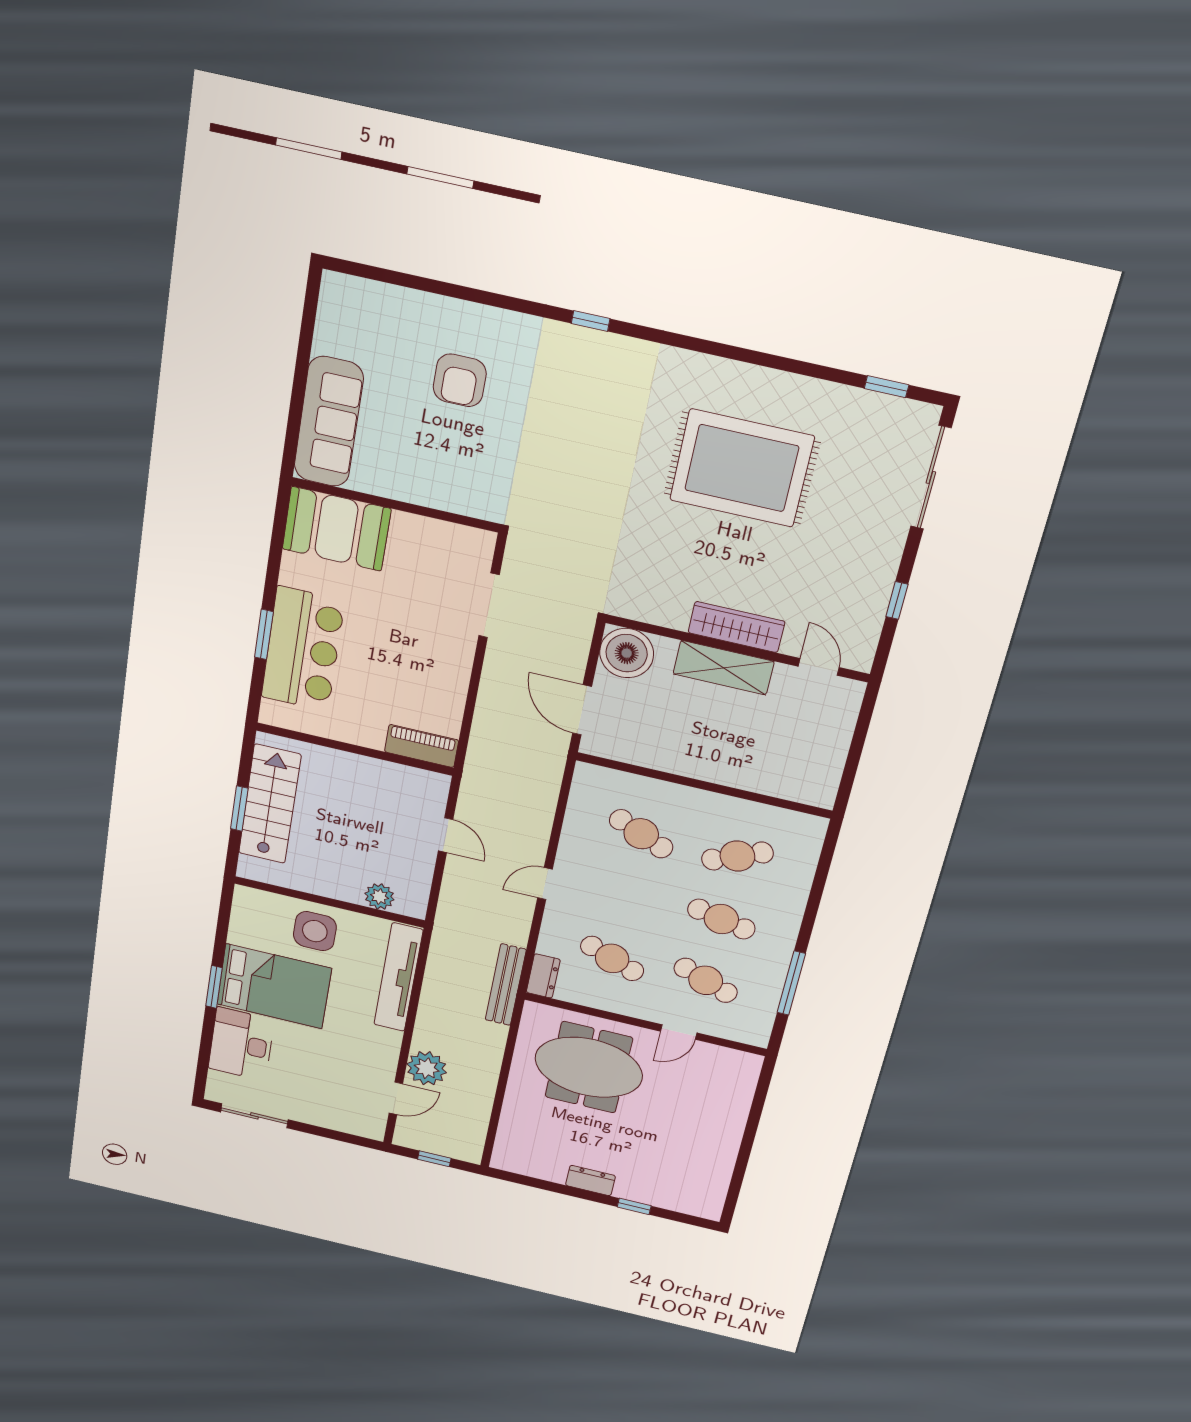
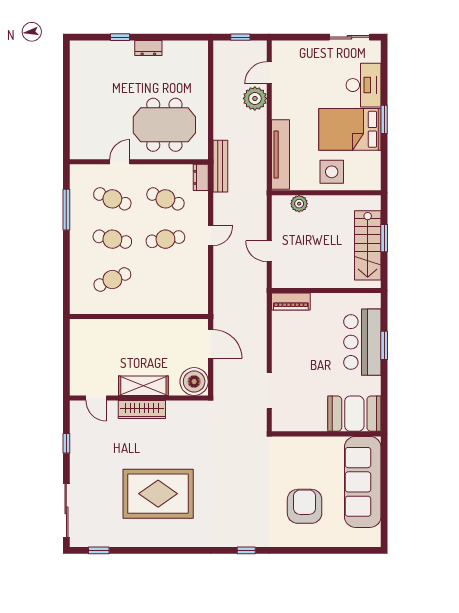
armchair: (460, 380) -> (305, 506), width x1.36, depth x1.36
sofa: (329, 422) -> (363, 482), width x1.36, depth x1.27
cafe table: (641, 834) -> (165, 239), moved, turned -33

